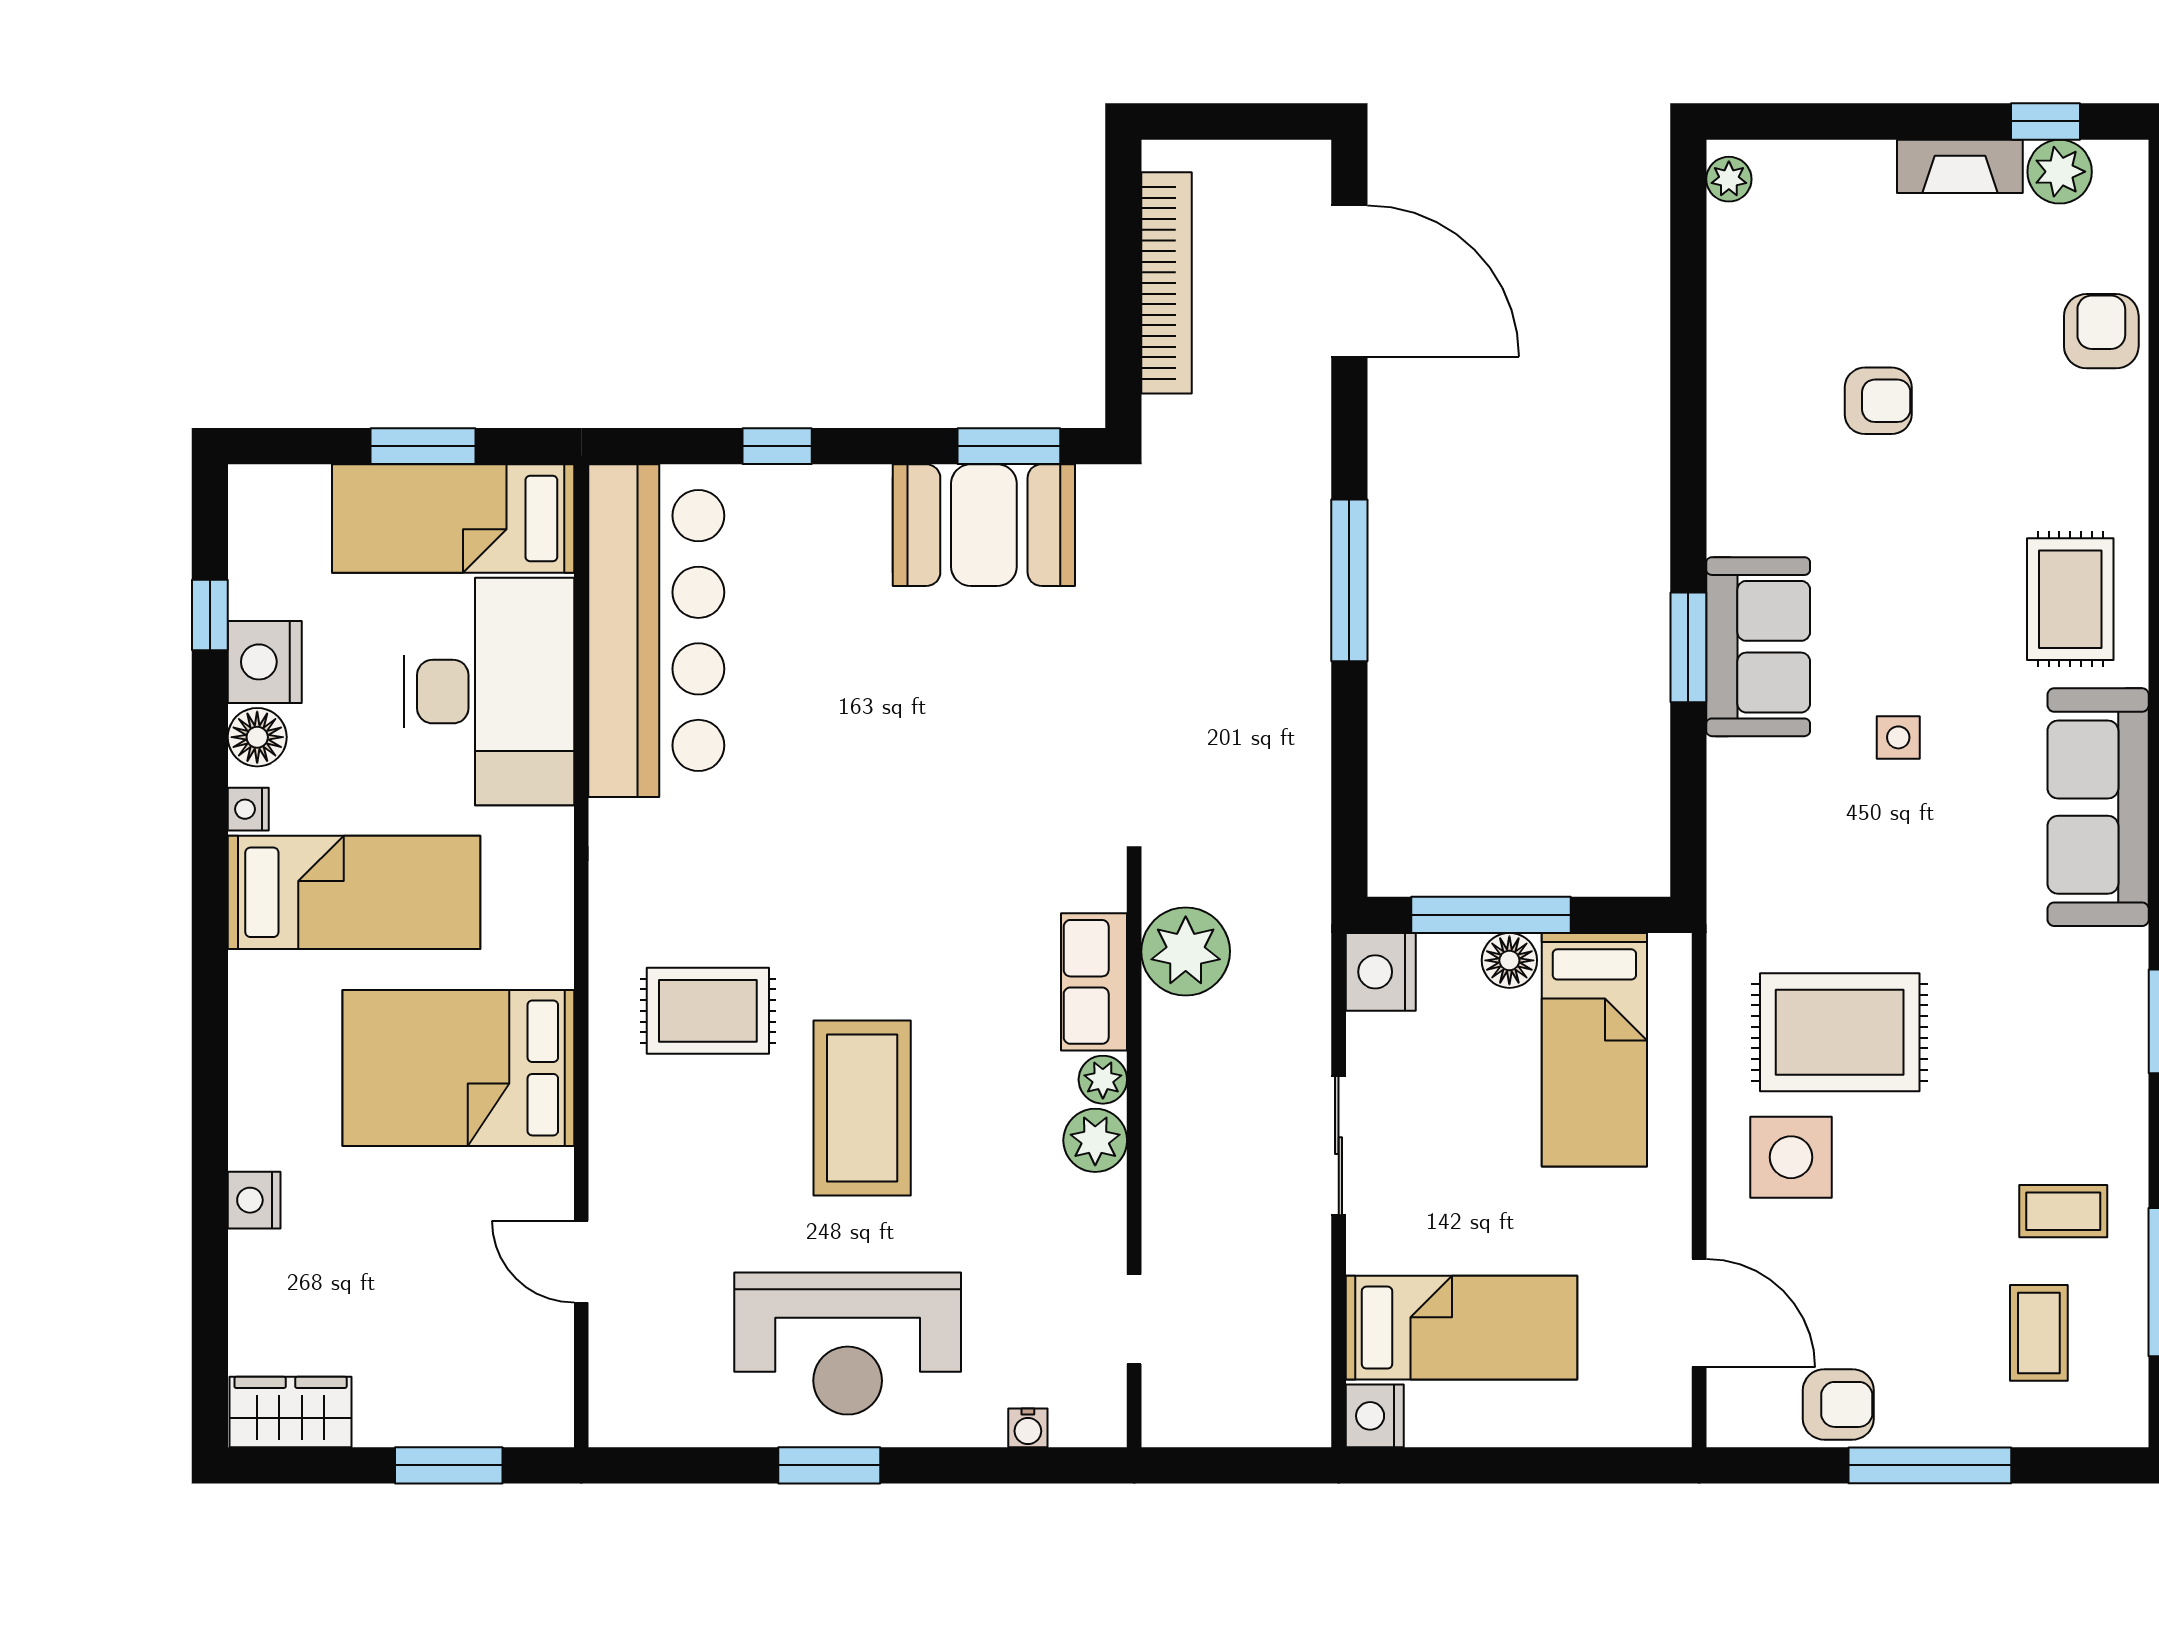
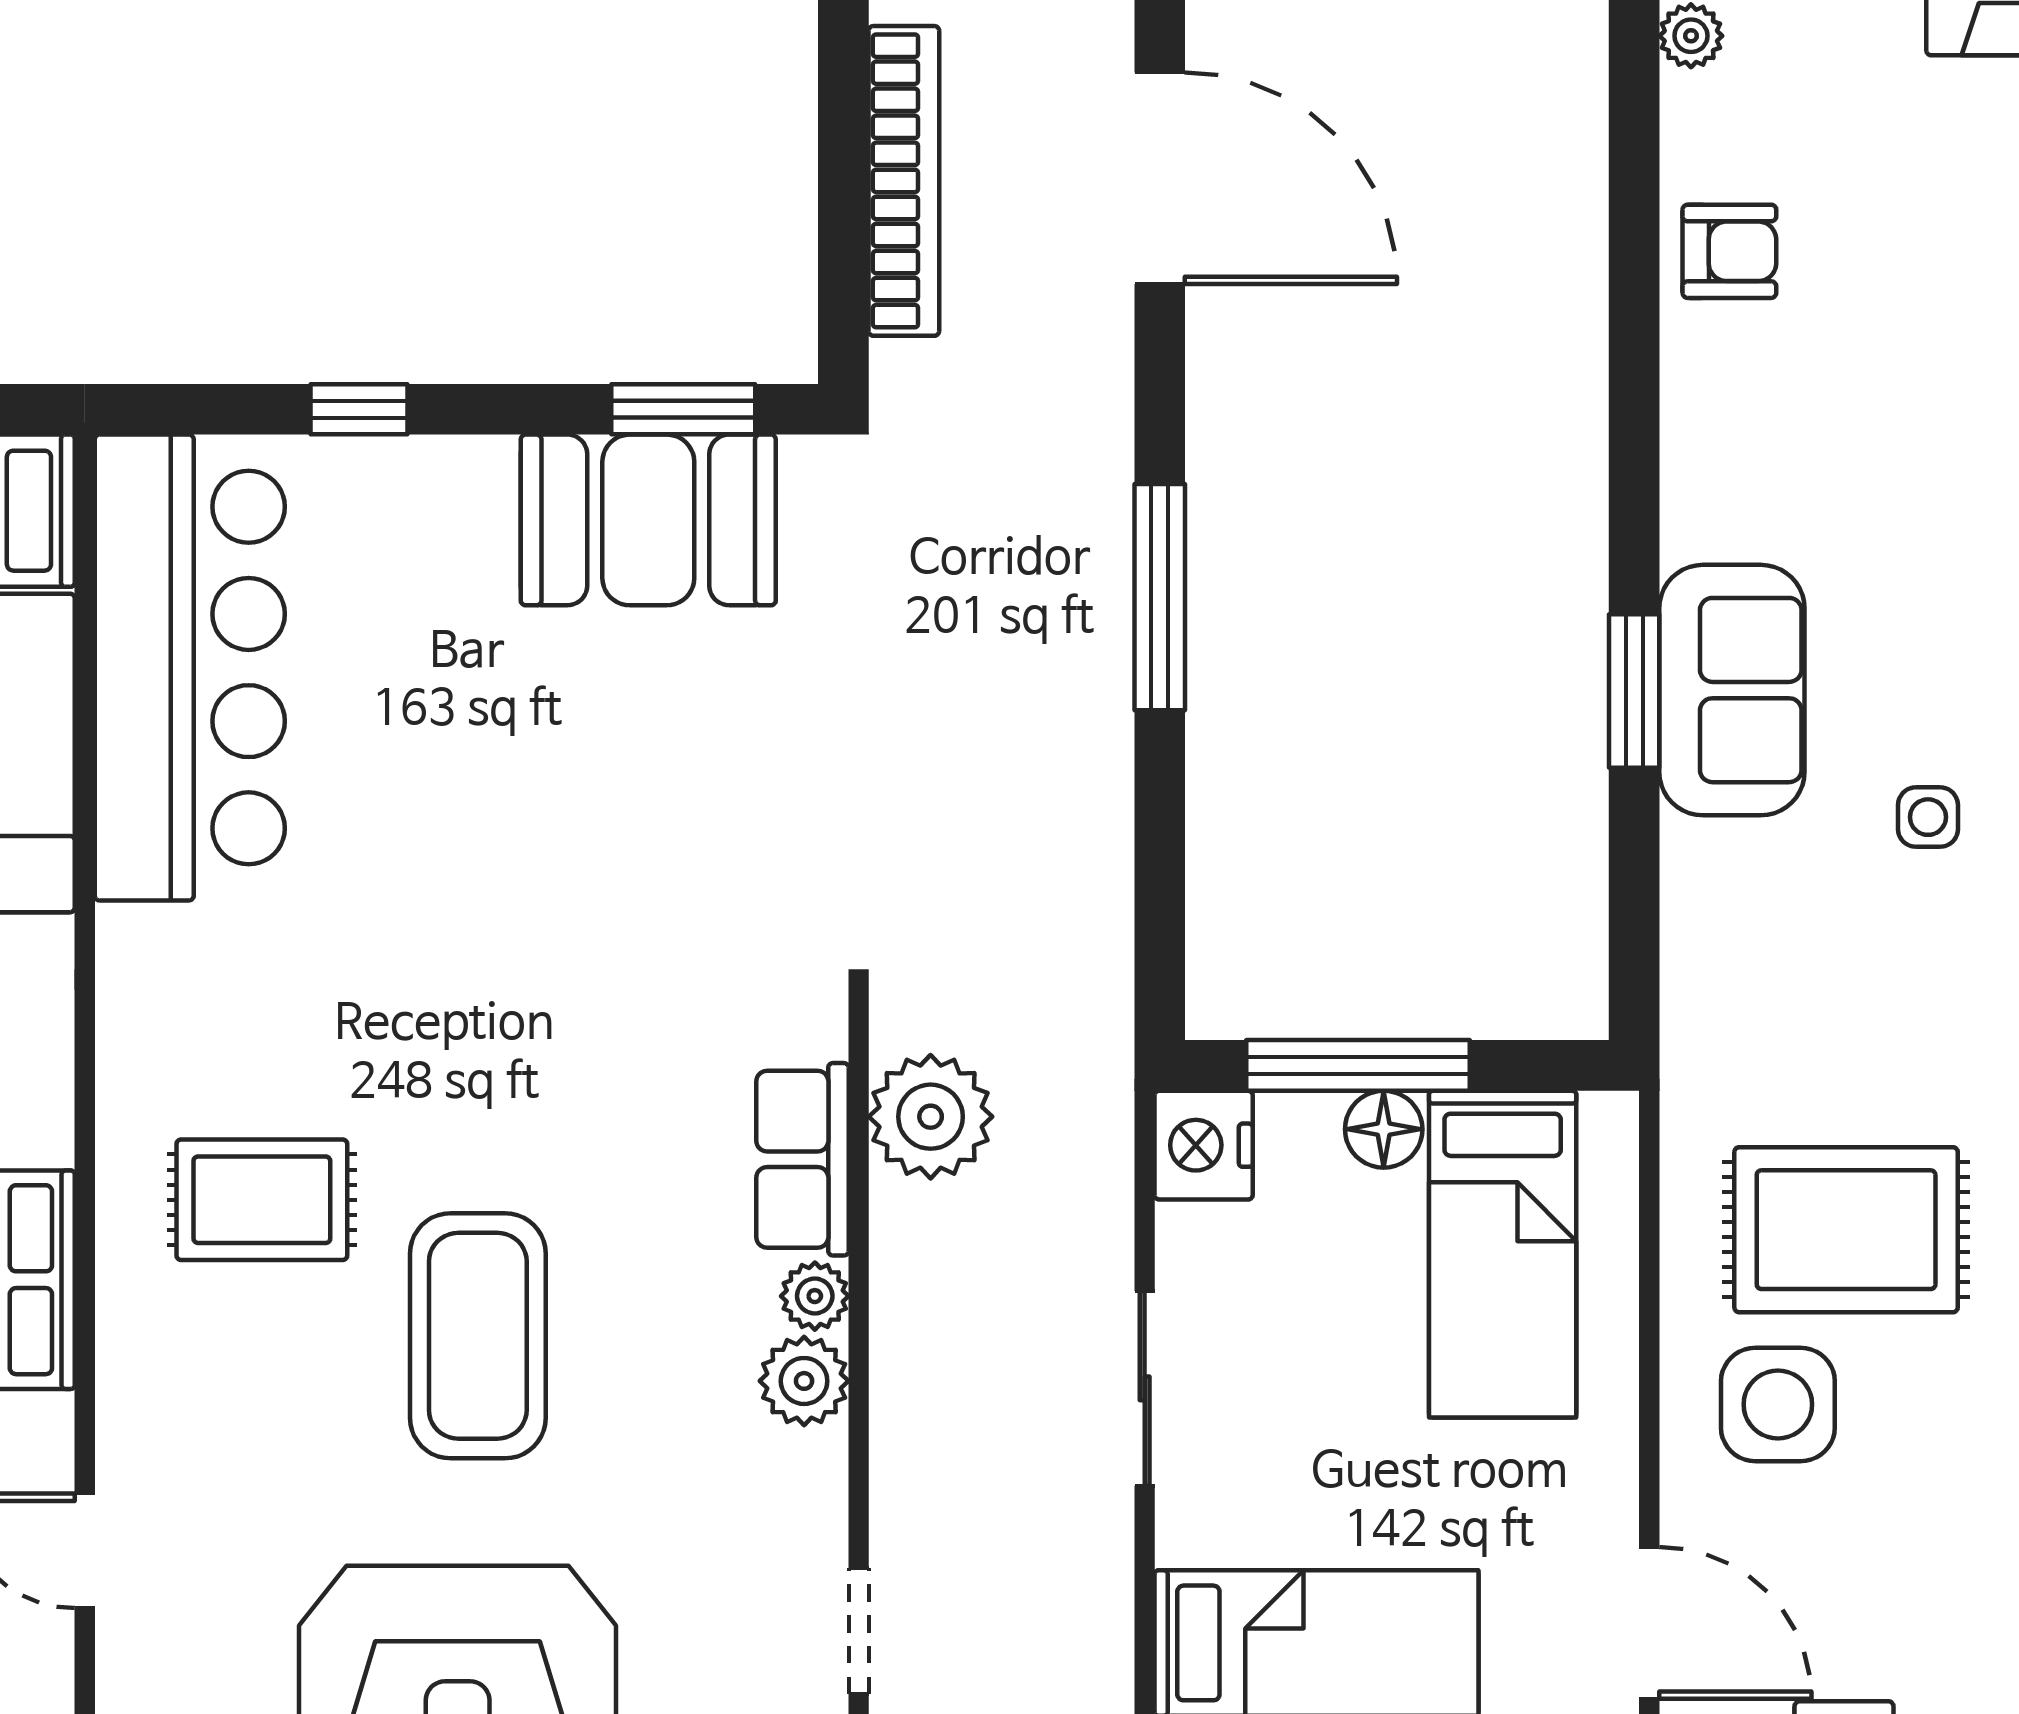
armchair: (1878, 401) -> (1729, 251), moved

